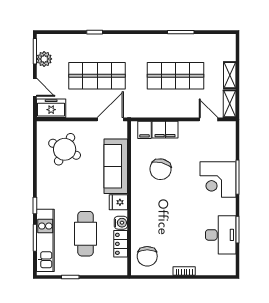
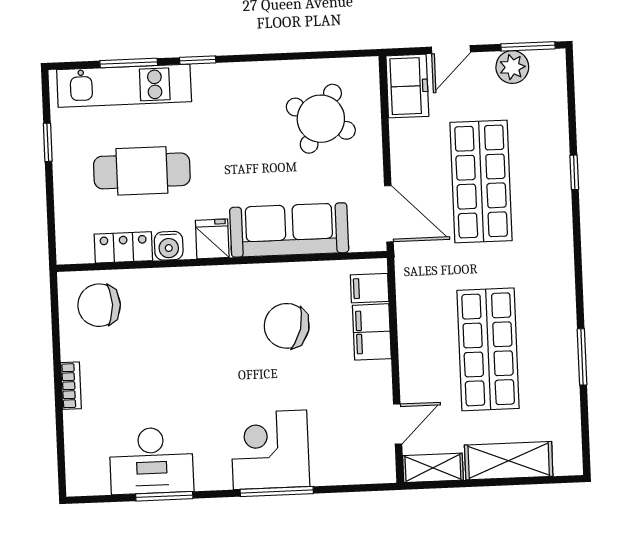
shelving: (230, 75) -> (509, 461), width x1.50, depth x1.33

